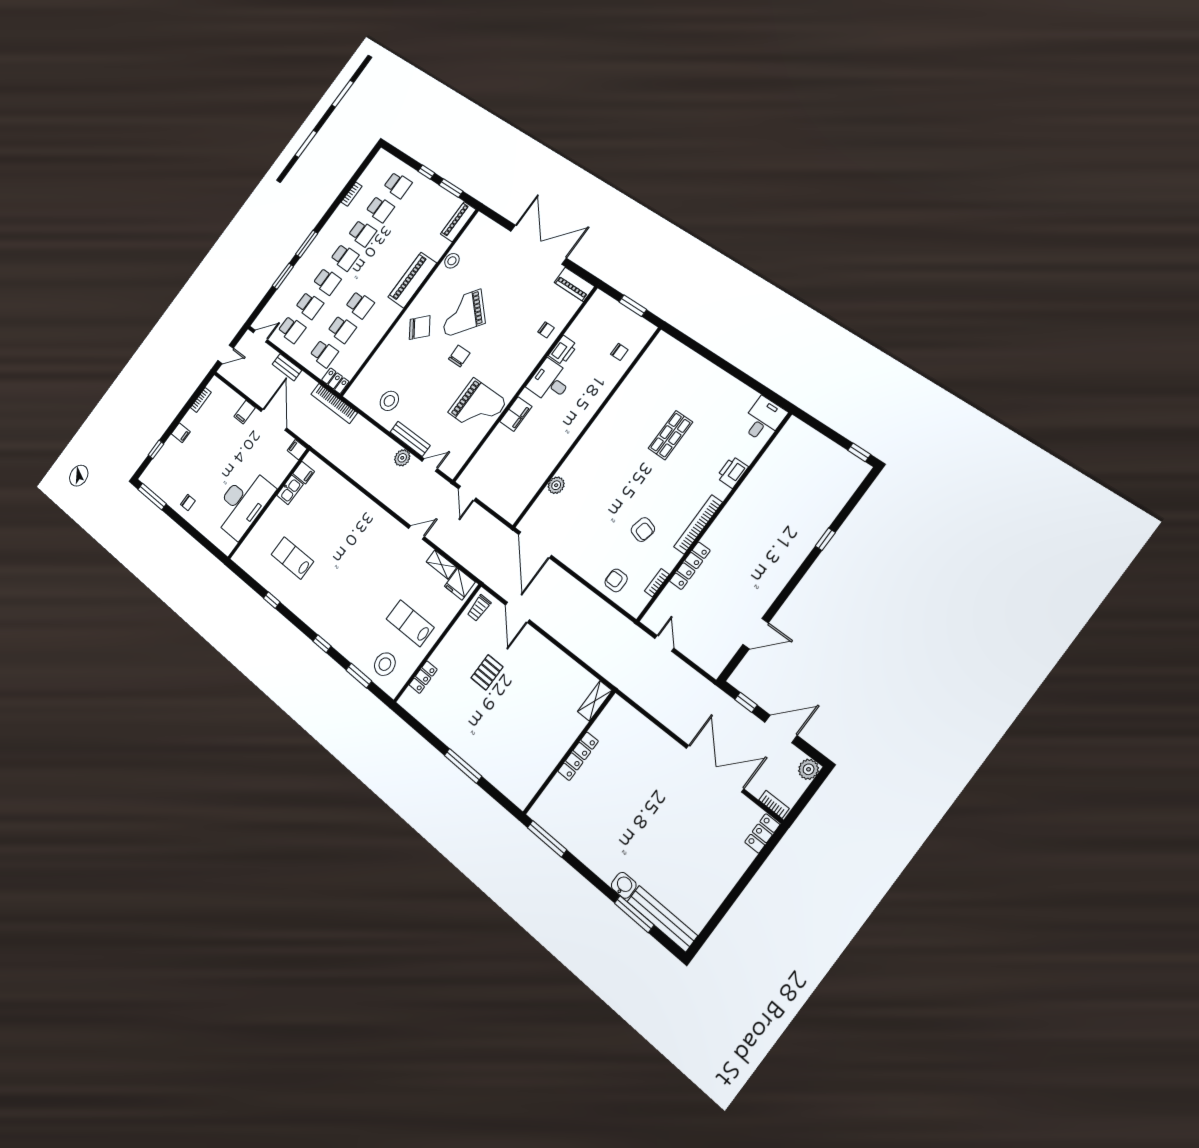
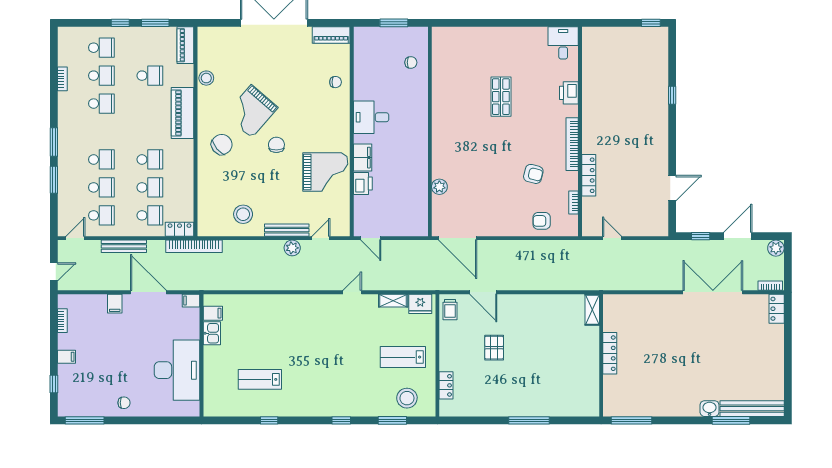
school desk: (345, 257) -> (150, 76), moved
printer: (563, 350) -> (363, 183), moved
bench: (287, 367) -> (124, 246), width x1.36

